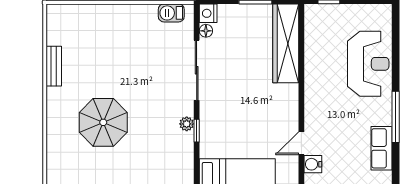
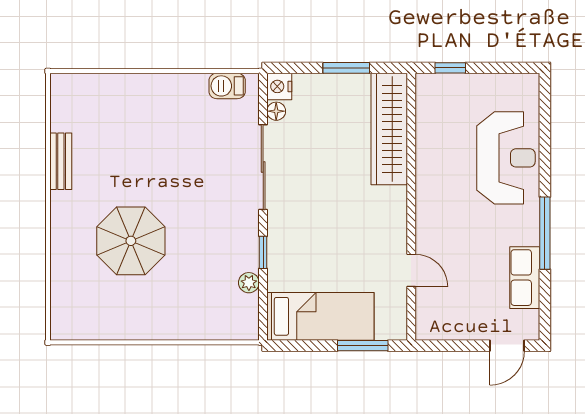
plant: (187, 124) -> (249, 283), moved
door: (301, 143) -> (411, 270), swing flipped
water cooler: (313, 164) -> (428, 300), removed

